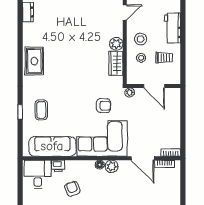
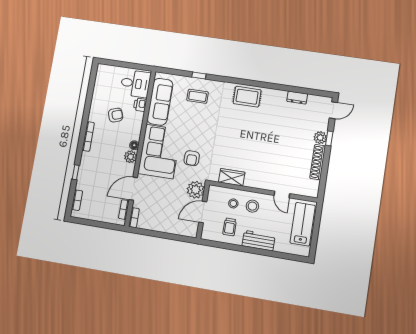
plant: (116, 44) -> (251, 181), removed
plant: (130, 93) -> (196, 190), width x1.88, depth x1.88

